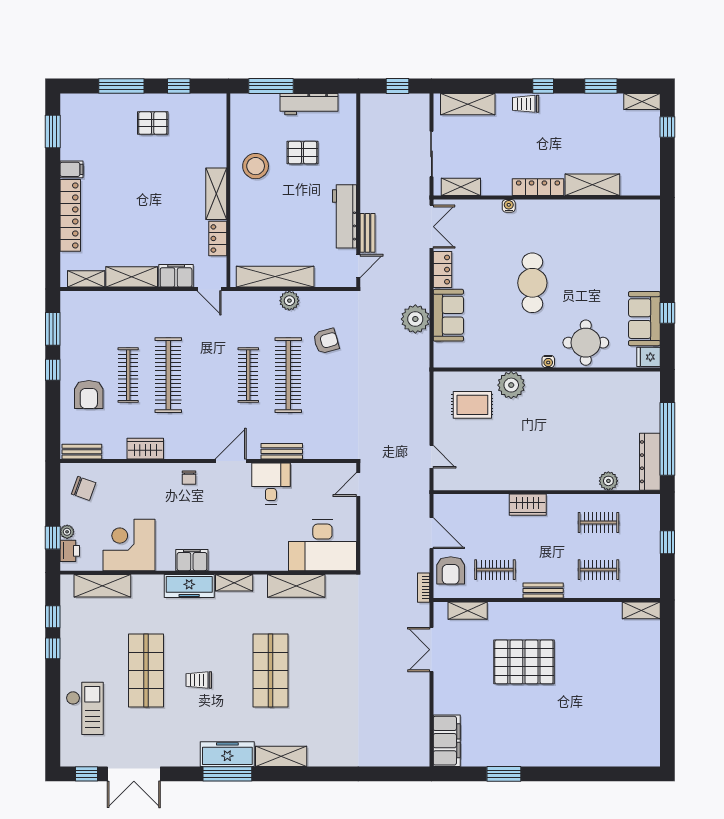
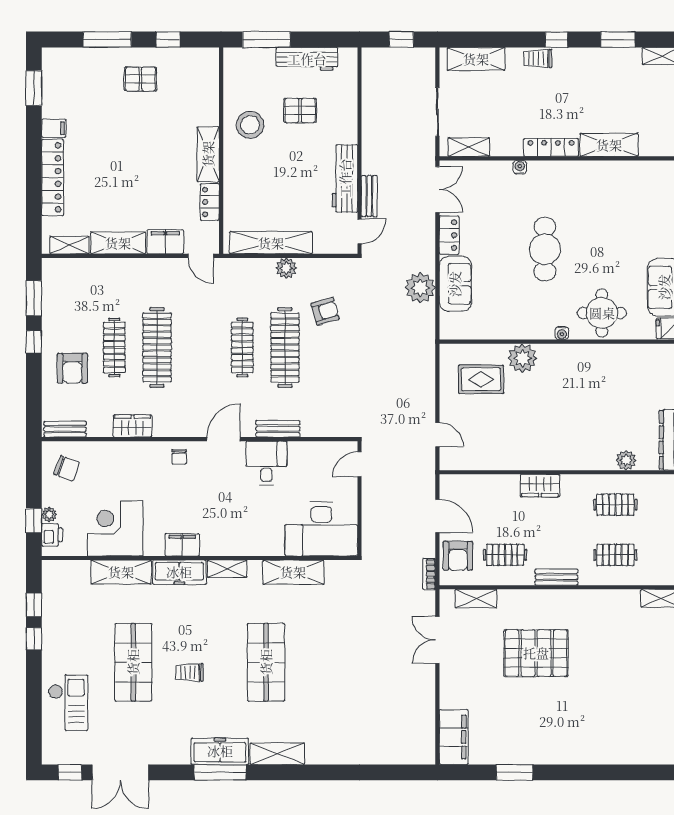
shelving: (102, 586) -> (121, 572), moved

